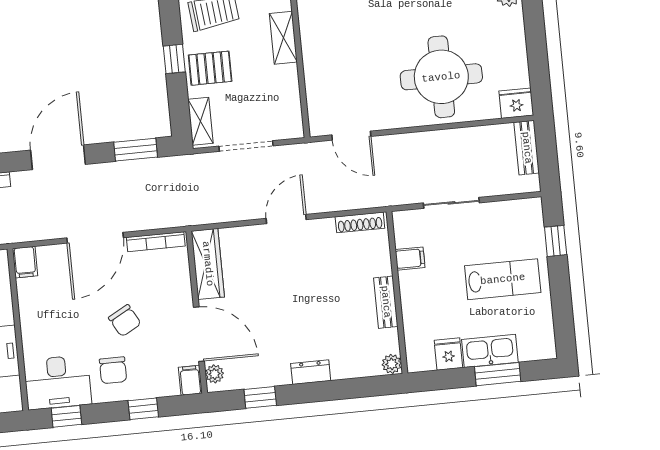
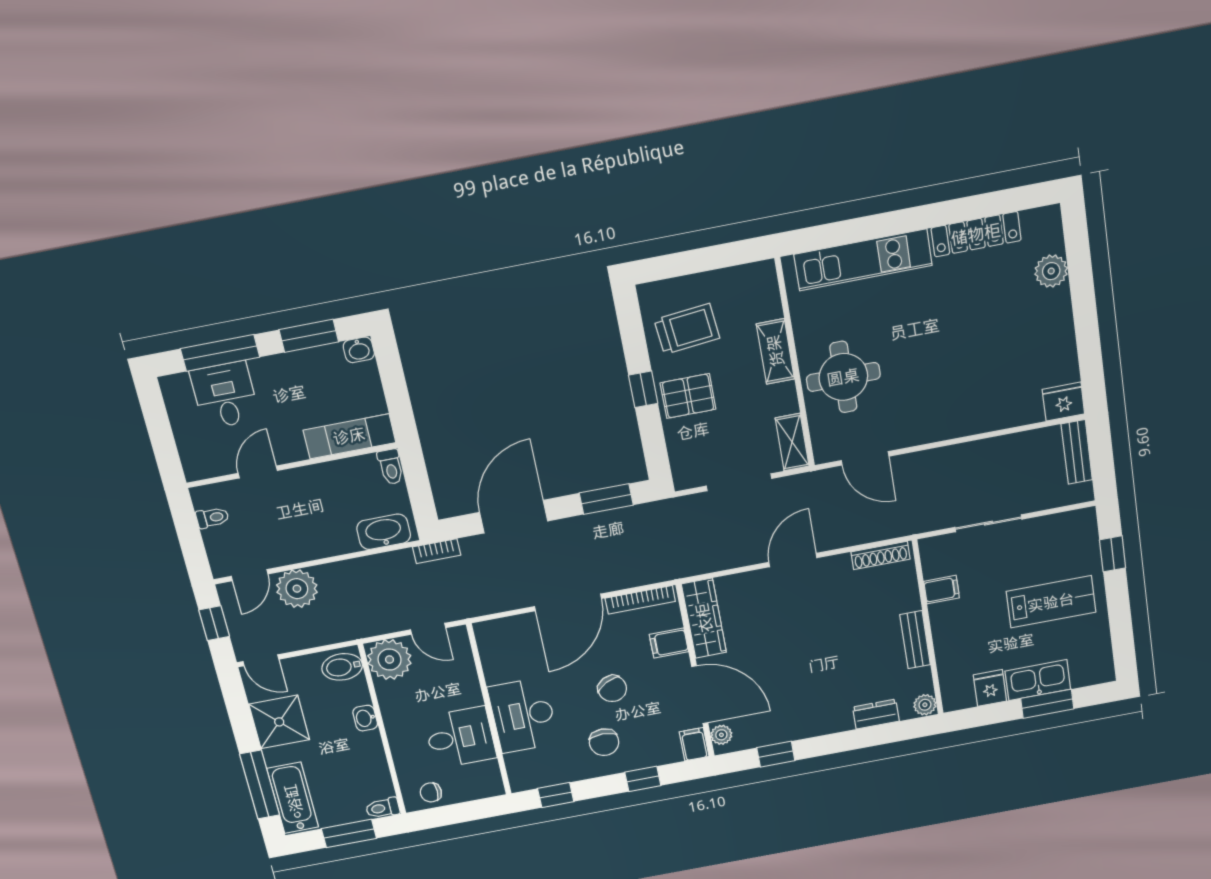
round table: (441, 77) -> (843, 377), moved, width x0.73, depth x0.73
shelving: (200, 121) -> (792, 442), moved
filing cabinet: (25, 262) -> (669, 643), moved, turned 90
dresser: (311, 372) -> (876, 714), moved
desk: (58, 382) -> (523, 715), moved, turned 90

